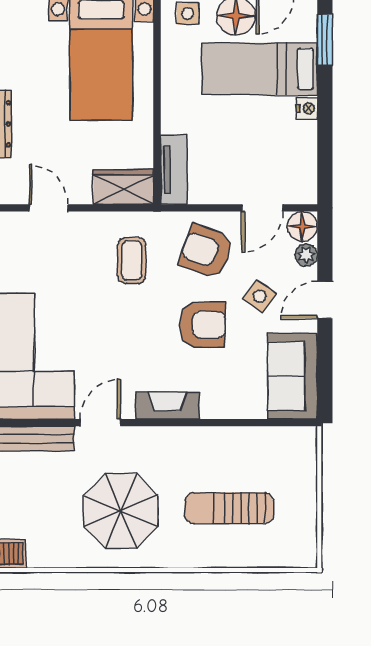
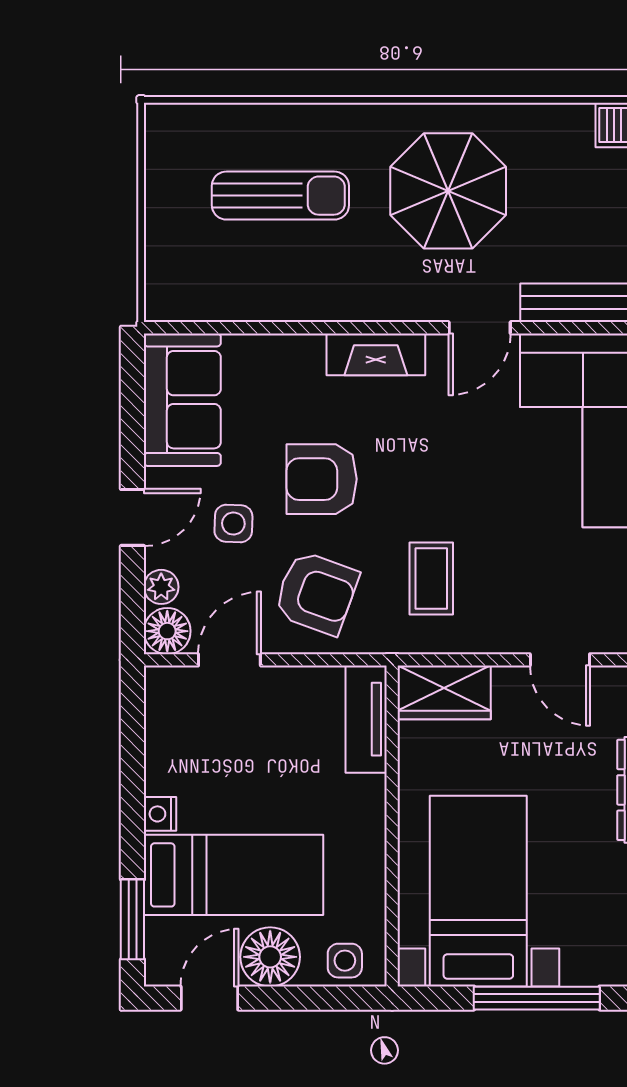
side table: (260, 296) -> (233, 524), turned -34

